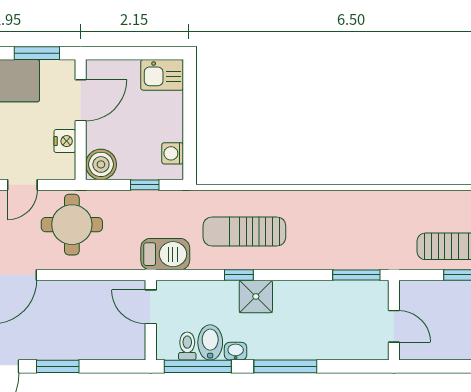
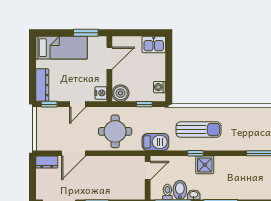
nightstand: (65, 141) -> (101, 93), moved
round table: (72, 225) -> (115, 131), moved
sun lounger: (244, 231) -> (198, 130), turned 180
door: (151, 307) -> (148, 171), swing flipped

